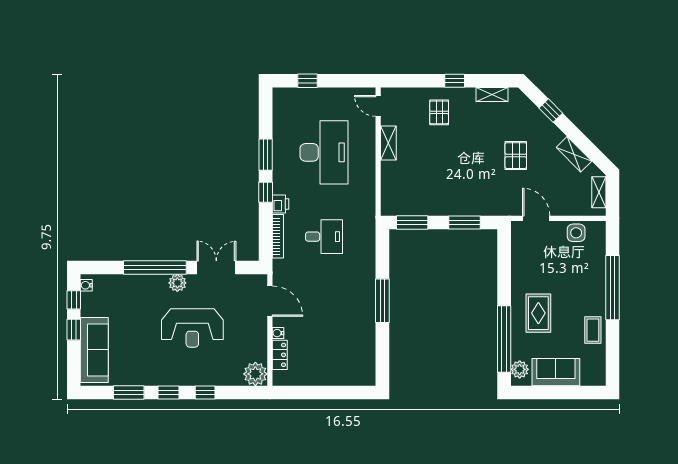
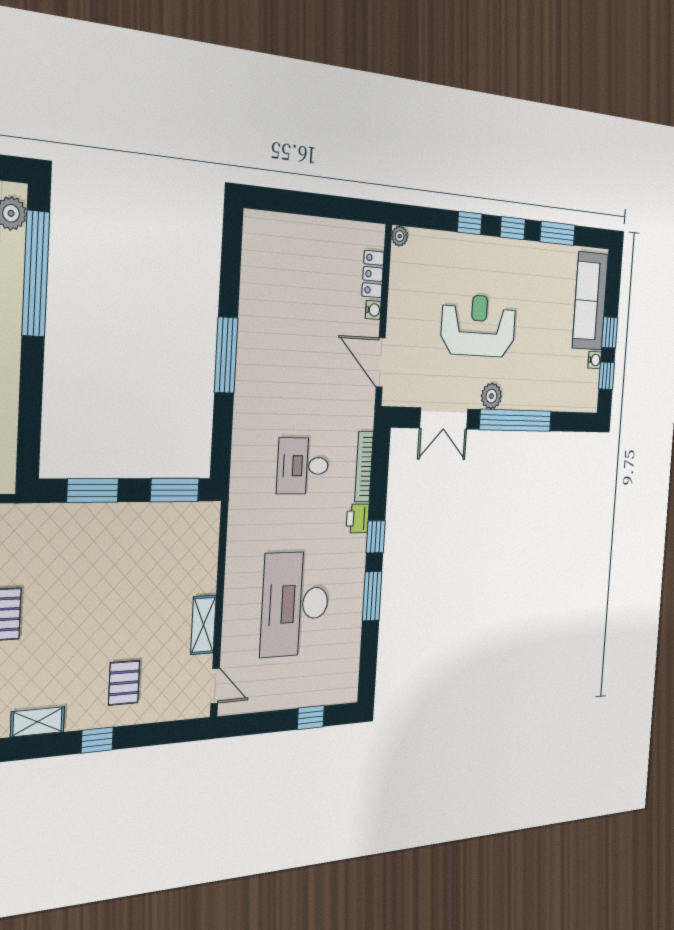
water cooler: (86, 285) -> (595, 360), moved
plant: (255, 374) -> (400, 236), width x0.53, depth x0.53

